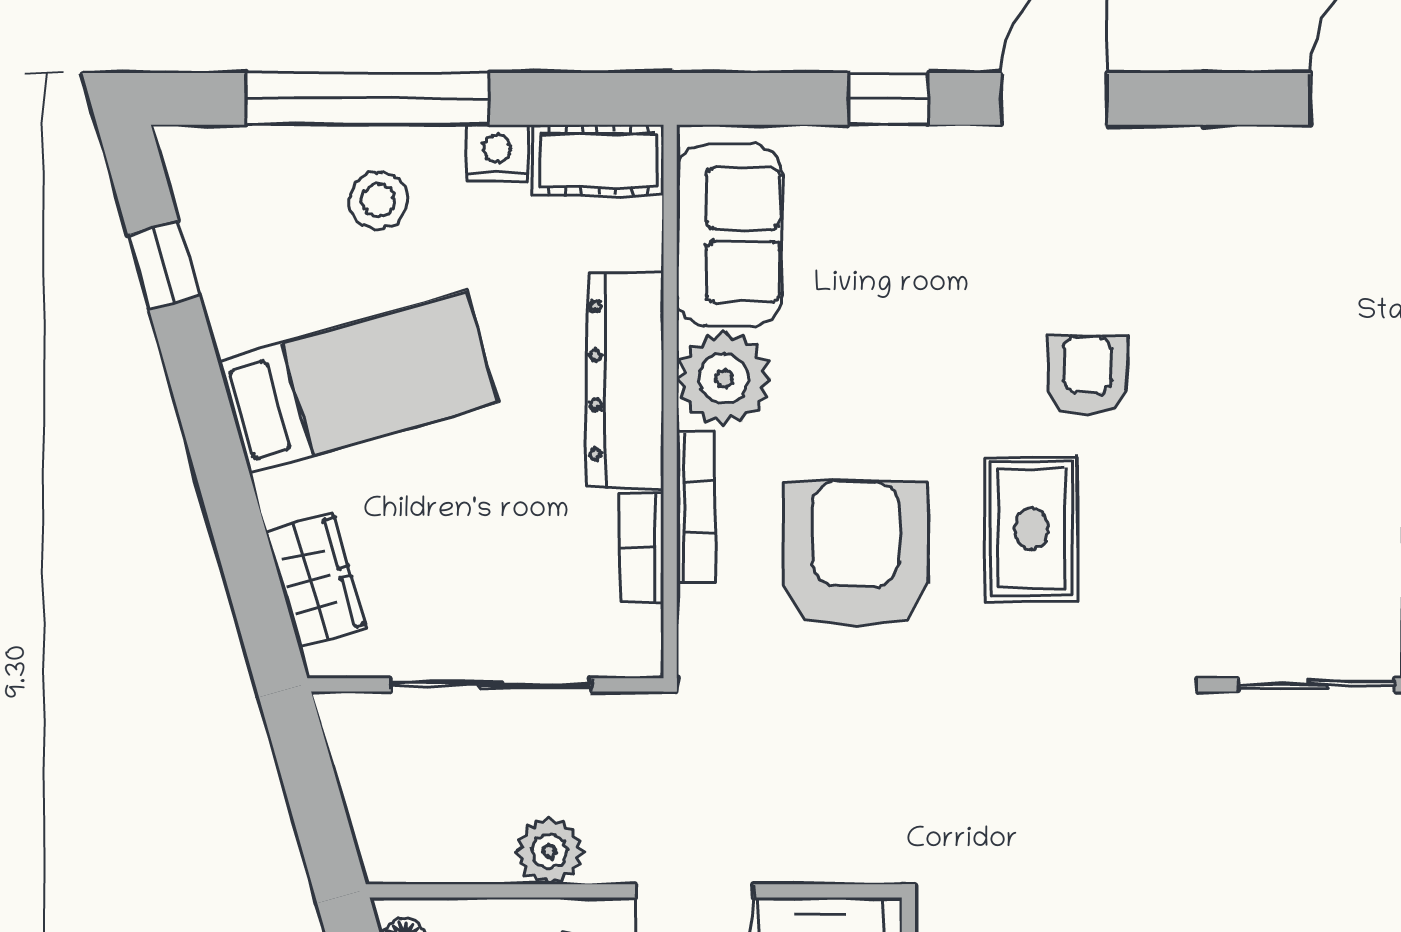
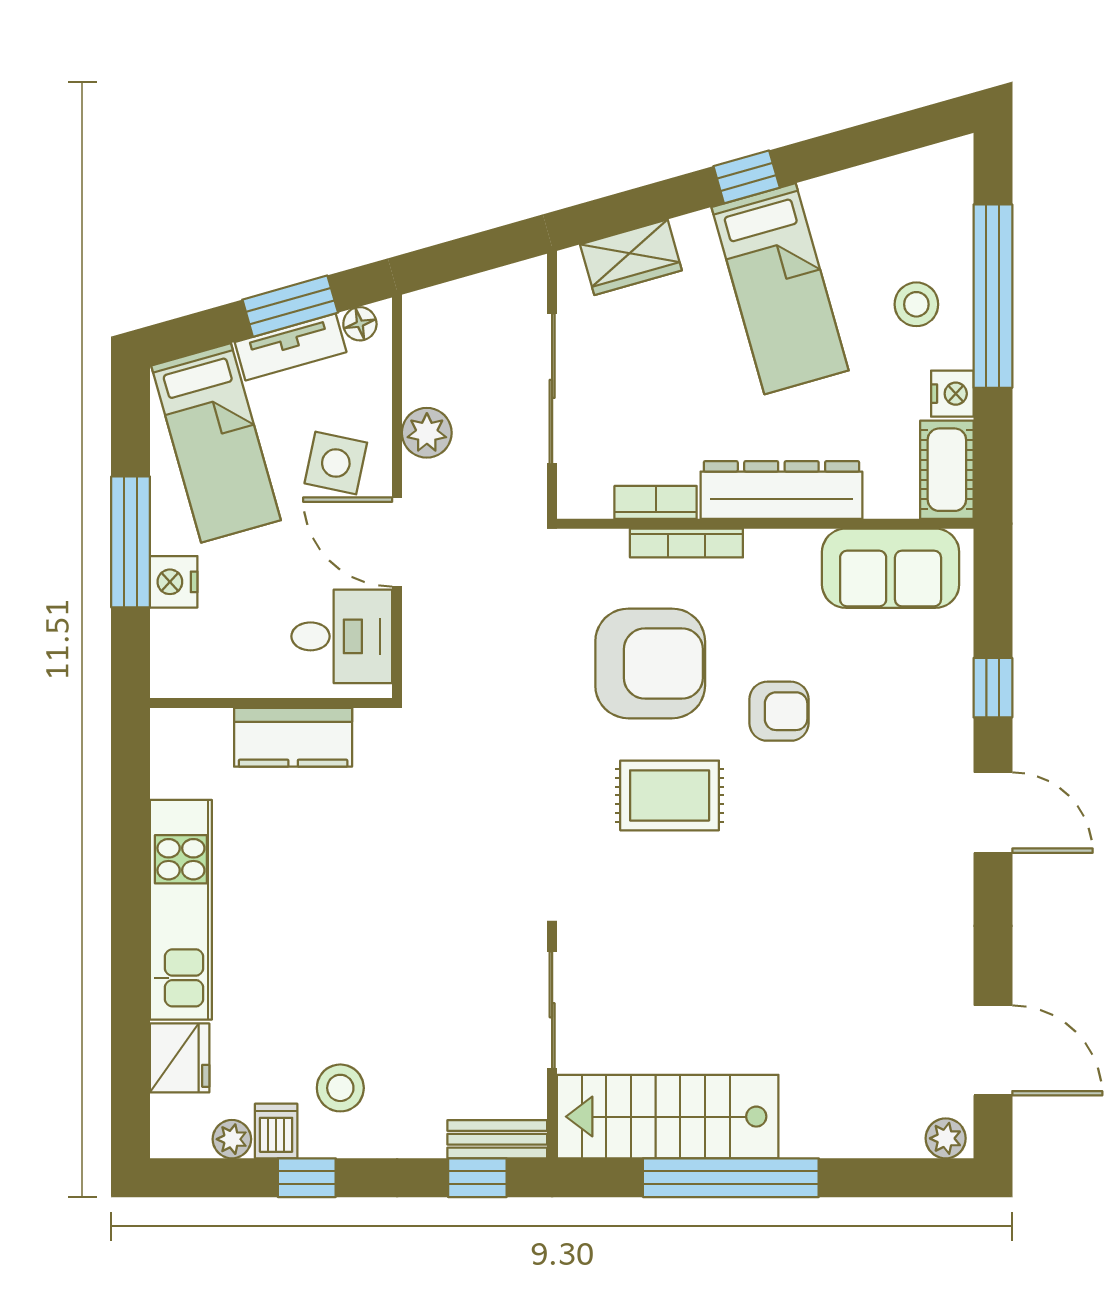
window: (164, 265) -> (747, 177), moved
armchair: (1087, 376) -> (779, 711), moved
plant: (724, 379) -> (782, 564), removed

